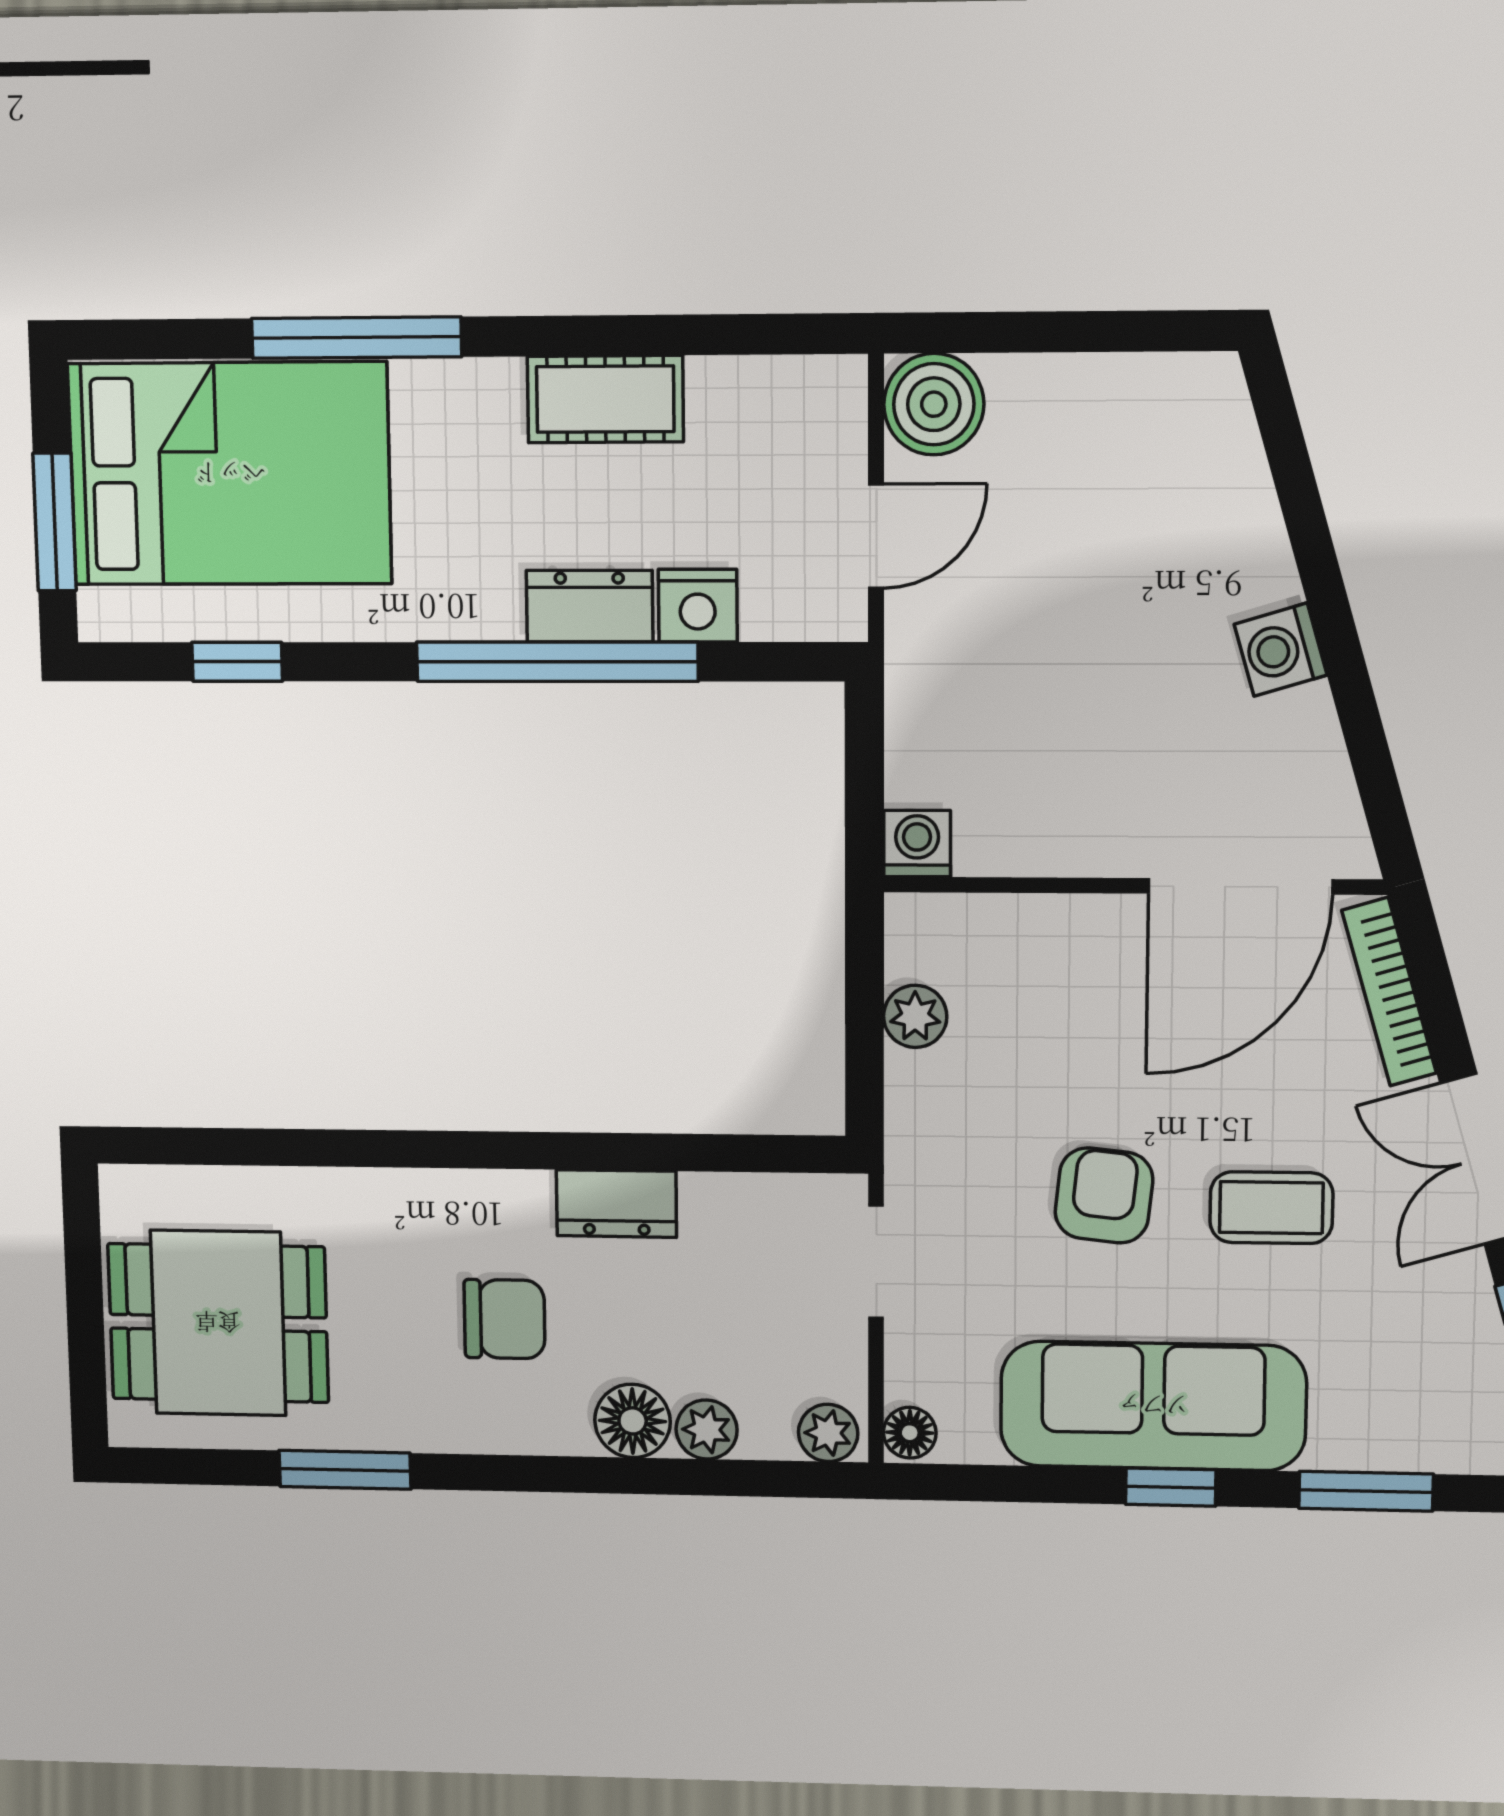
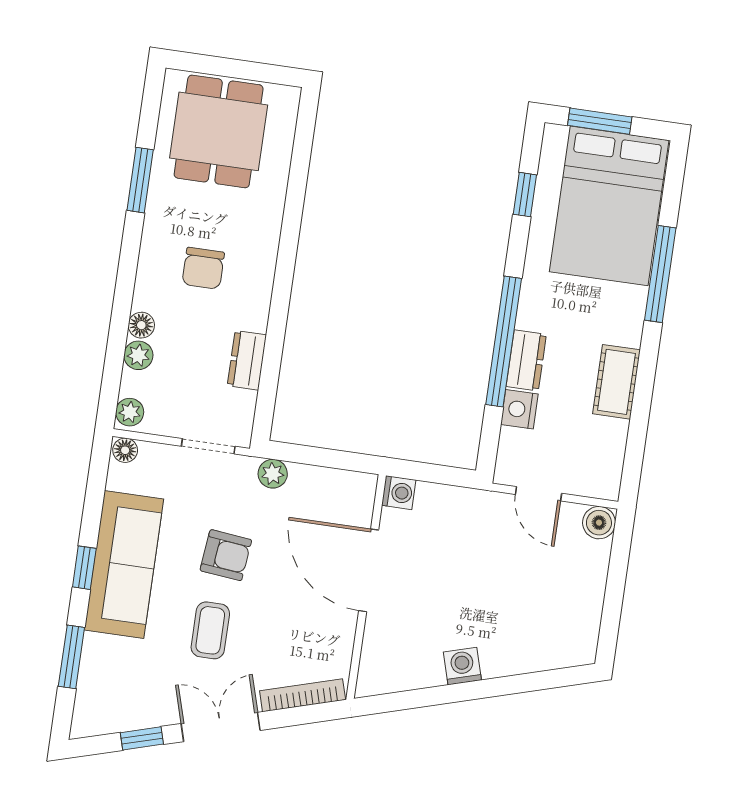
boiler: (934, 404) -> (599, 523), width x0.73, depth x0.73
door: (1240, 886) -> (369, 570), moved
plant: (915, 1016) -> (273, 474), moved
dresser: (616, 1204) -> (247, 360), moved
floor lamp: (633, 1421) -> (141, 325), width x0.73, depth x0.73

